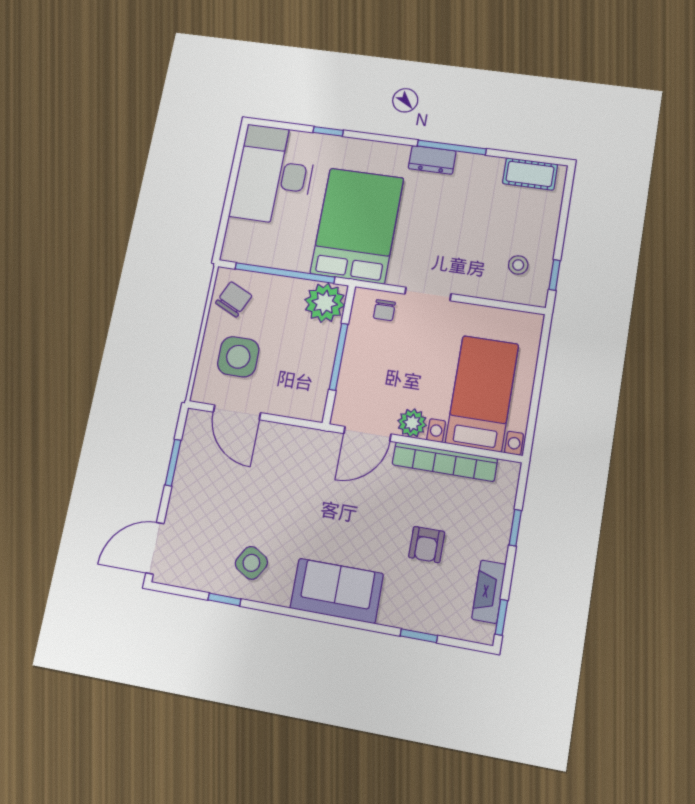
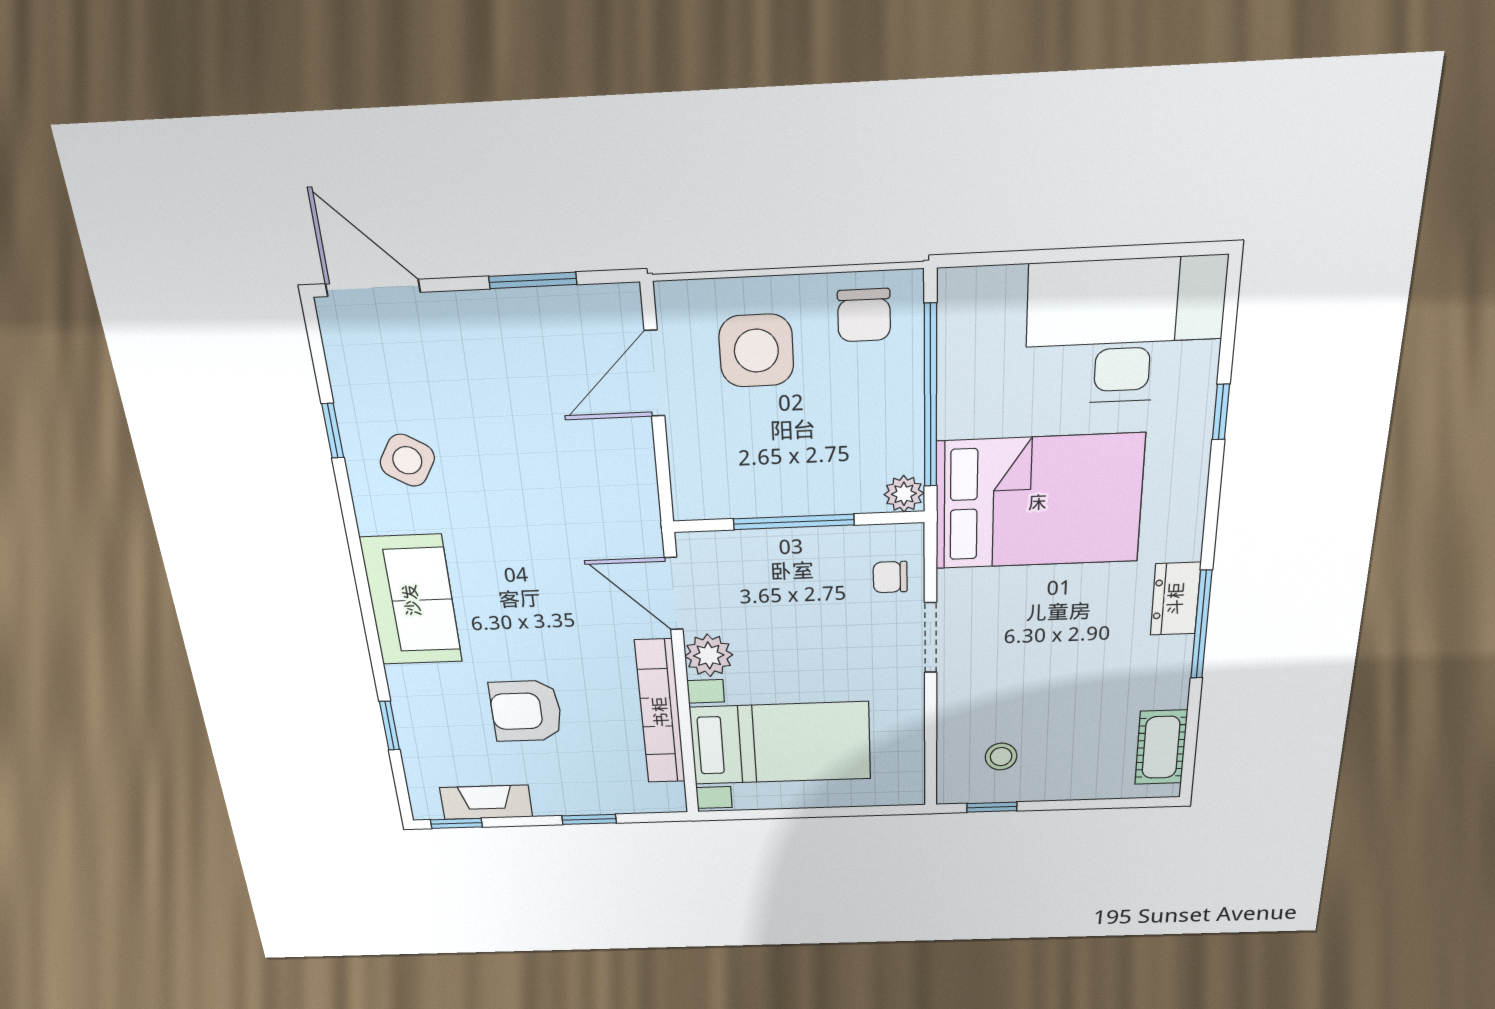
chair: (234, 299) -> (864, 315), turned 65
plant: (325, 303) -> (904, 494), width x0.53, depth x0.53
armchair: (427, 545) -> (526, 711), width x1.38, depth x1.38

